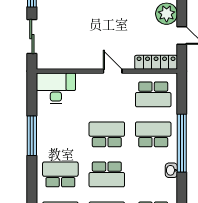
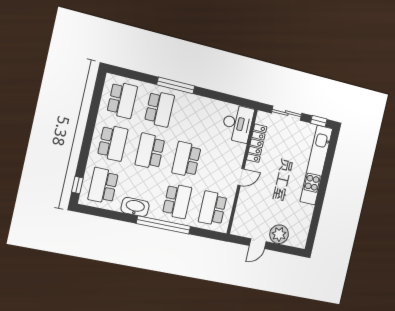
locker: (156, 62) -> (257, 143), moved
school desk: (107, 134) -> (186, 159), turned 180
window: (32, 136) -> (176, 85), moved
washbasin: (171, 170) -> (135, 207), width x1.91, depth x1.45

